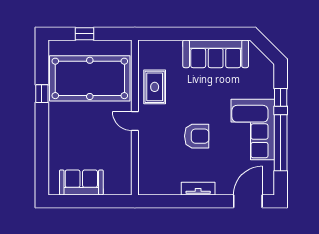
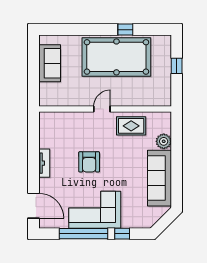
plant: (173, 49) -> (164, 141), added
pool table: (90, 78) -> (116, 57), moved, turned 90

